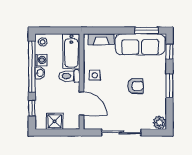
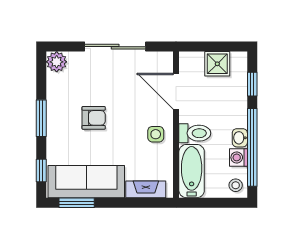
armchair: (135, 86) -> (94, 118), turned 180

